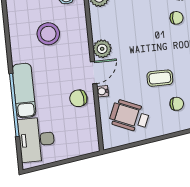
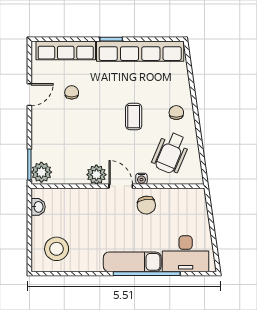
stool: (48, 34) -> (57, 249), moved
chair: (177, 104) -> (176, 113), moved

